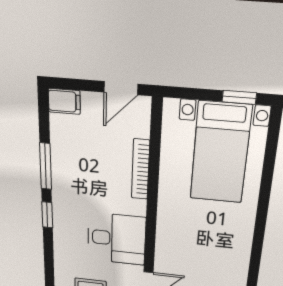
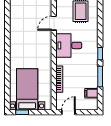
filing cabinet: (64, 101) -> (91, 93), moved

